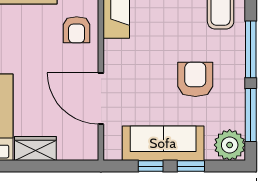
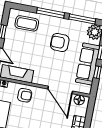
door: (101, 99) -> (60, 90), hinge flipped
floor lamp: (88, 140) -> (79, 100), added

